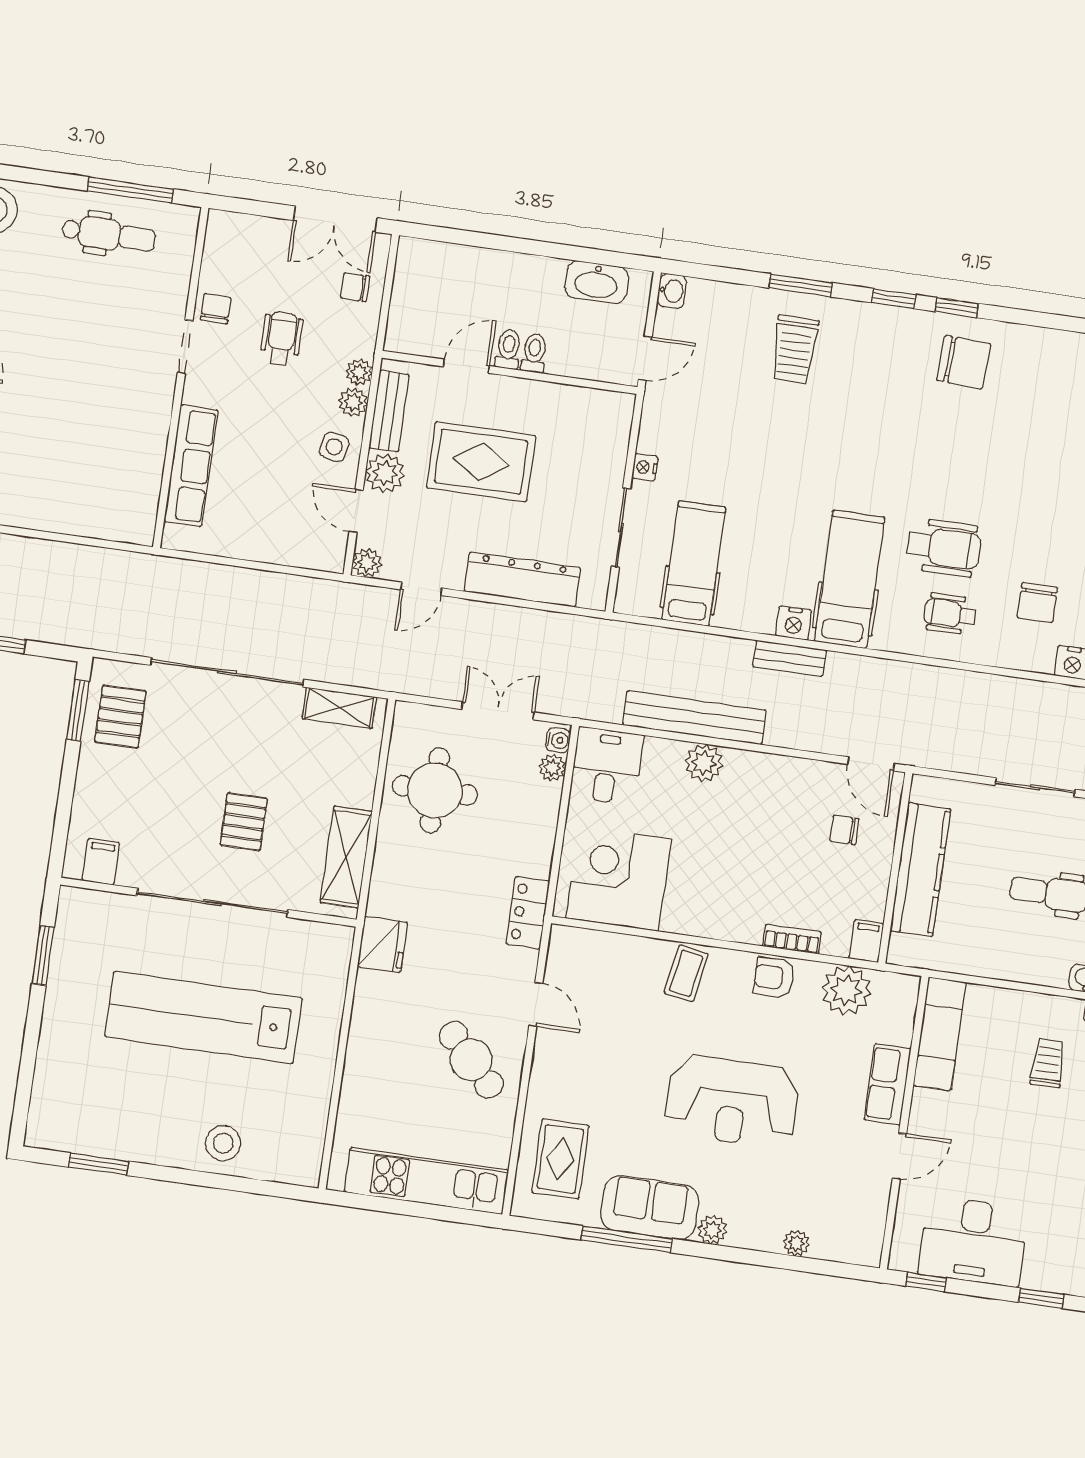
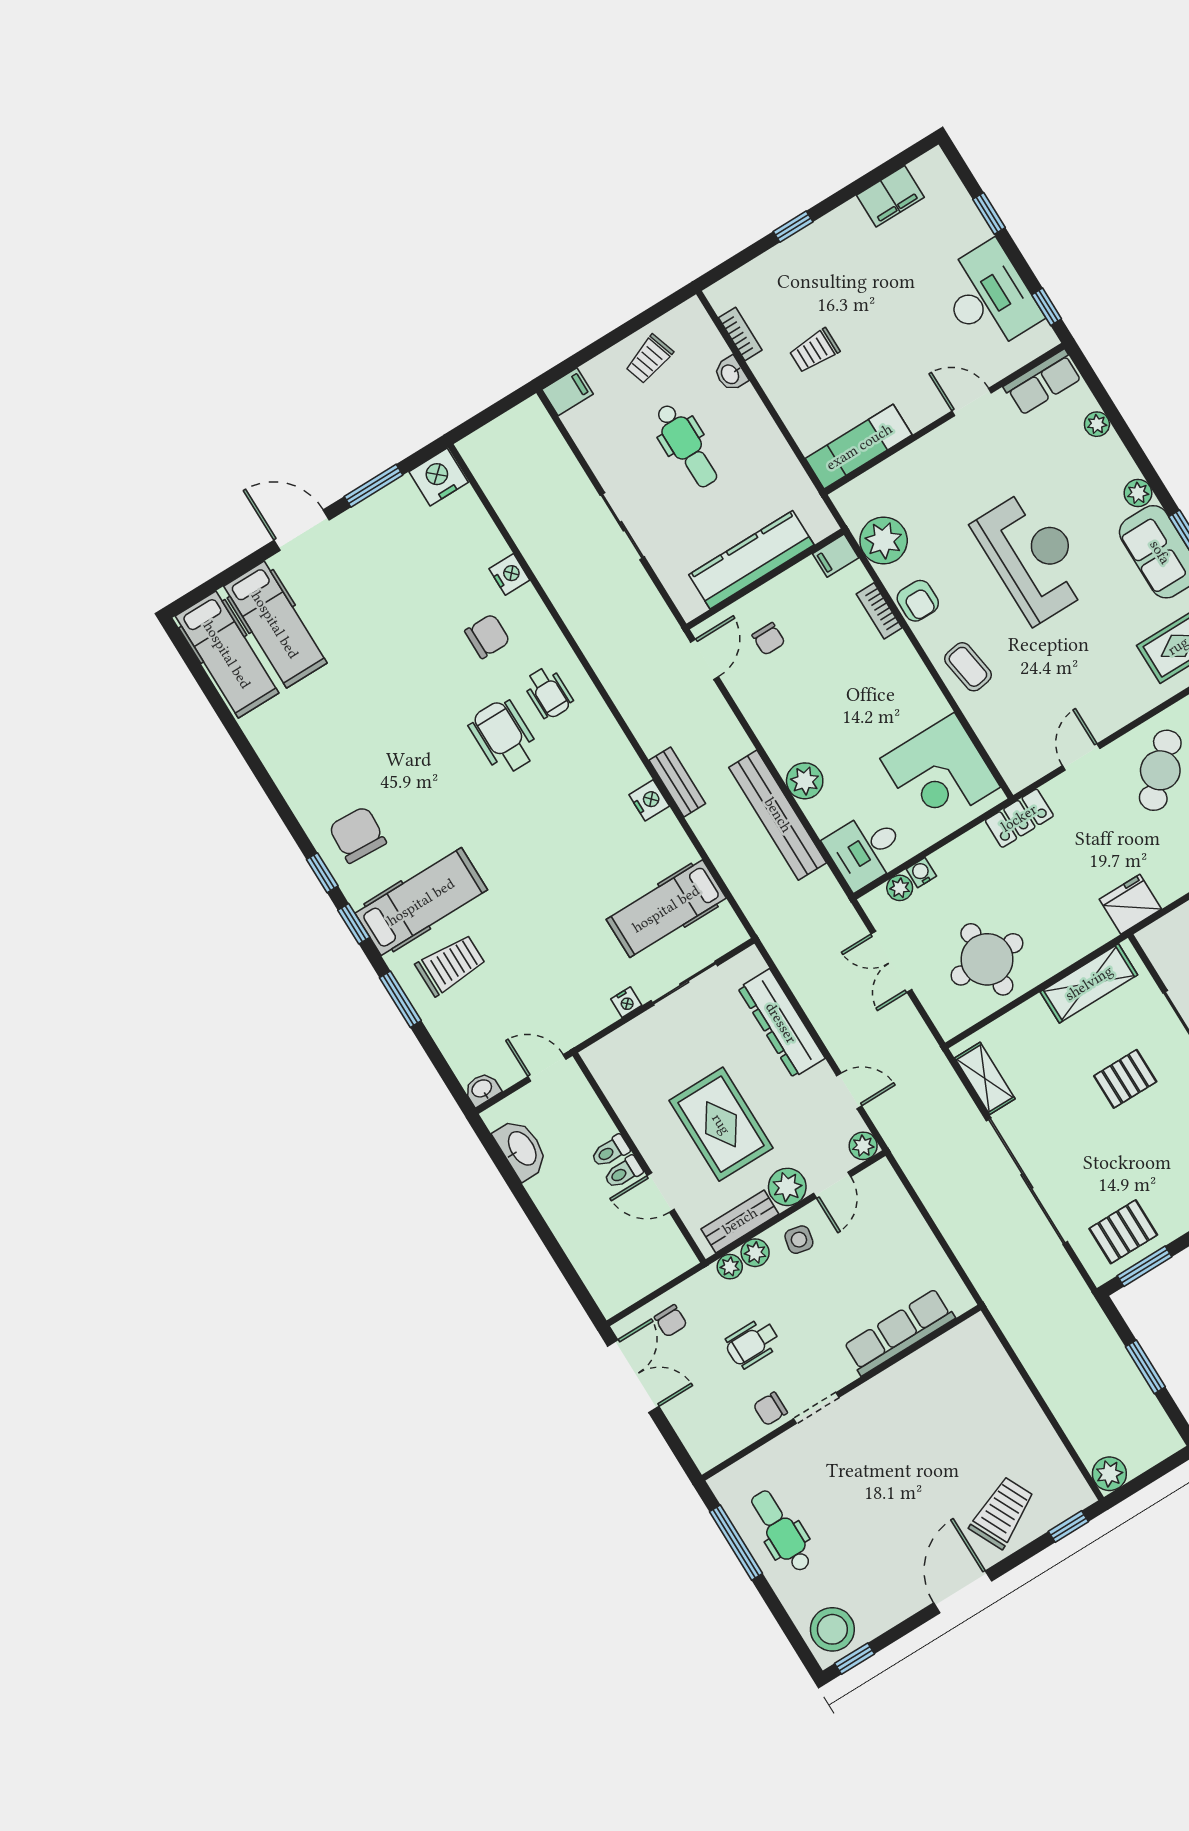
hospital bed: (850, 579) -> (421, 902), moved, turned 180
water cooler: (558, 740) -> (921, 873), moved
coffee table: (686, 973) -> (968, 667), turned 71
row of seats: (887, 1084) -> (1043, 382), moved

